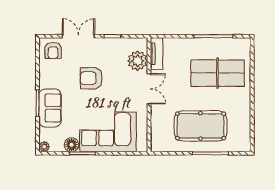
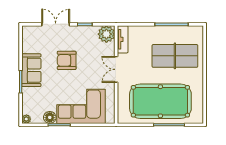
armchair: (53, 50) -> (34, 37), removed
plant: (138, 61) -> (106, 34), moved
double door: (149, 89) -> (116, 69), swing flipped
sofa: (50, 108) -> (31, 70), moved
pool table: (201, 126) -> (160, 101), width x1.36, depth x1.32

